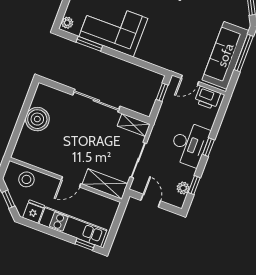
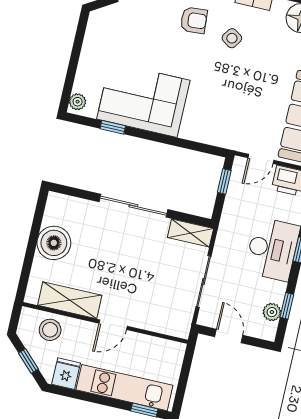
window: (89, 44) -> (113, 127), width x0.67
shelving: (105, 184) -> (70, 300), moved

